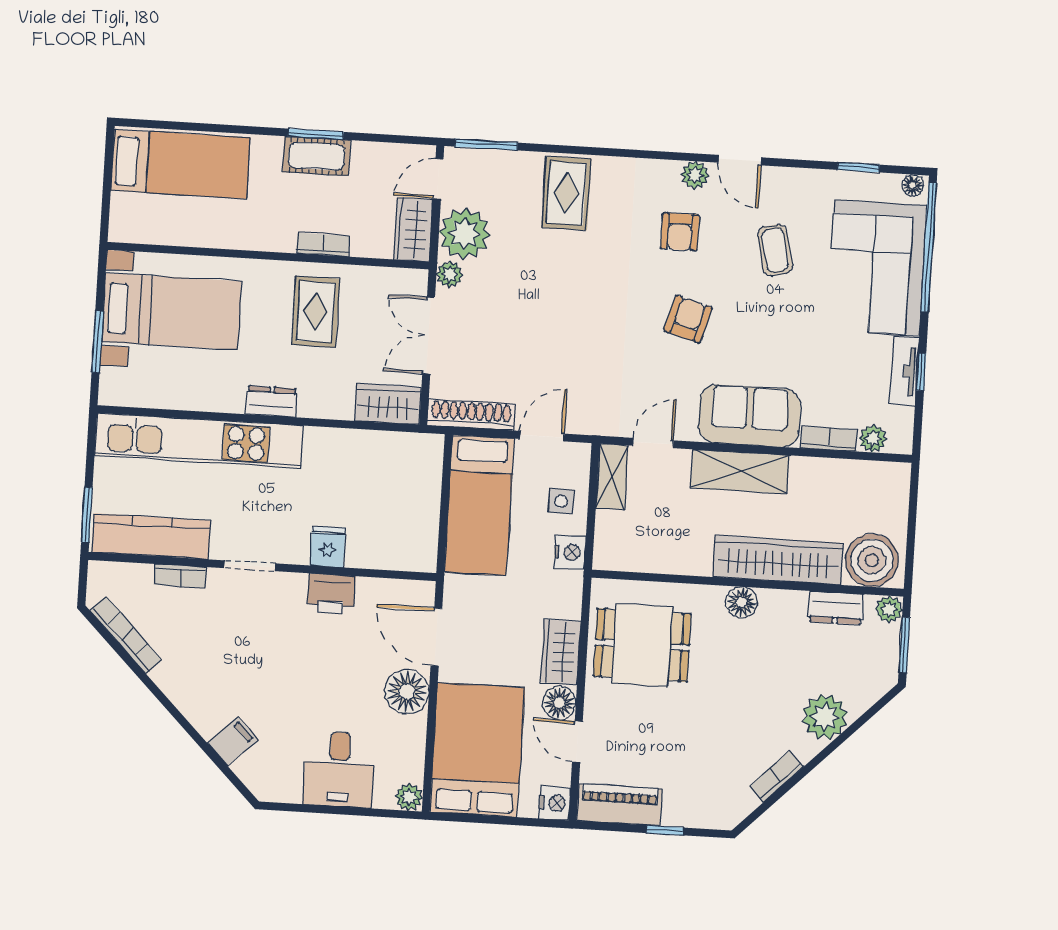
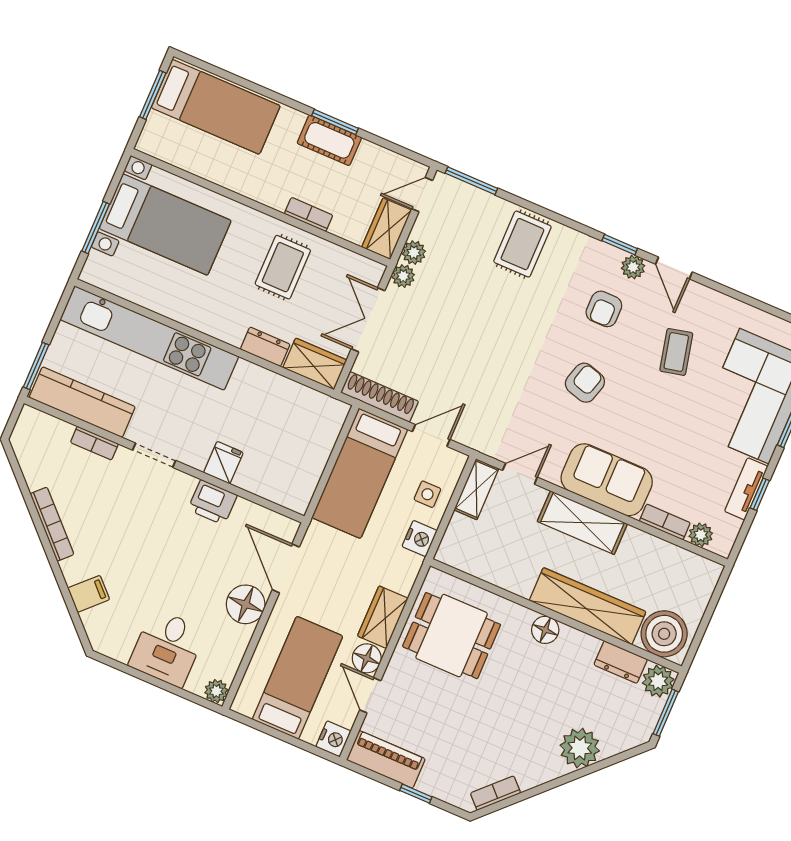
window: (858, 167) -> (620, 245), moved
window: (108, 176) -> (153, 95), added
plant: (465, 234) -> (414, 253), width x0.53, depth x0.53
dresser: (271, 401) -> (265, 347), moved
plant: (889, 609) -> (658, 681), width x1.38, depth x1.38
bookcase: (126, 635) -> (52, 524), moved
bed: (477, 750) -> (298, 678), width x0.67
bookcase: (776, 776) -> (495, 793), moved

